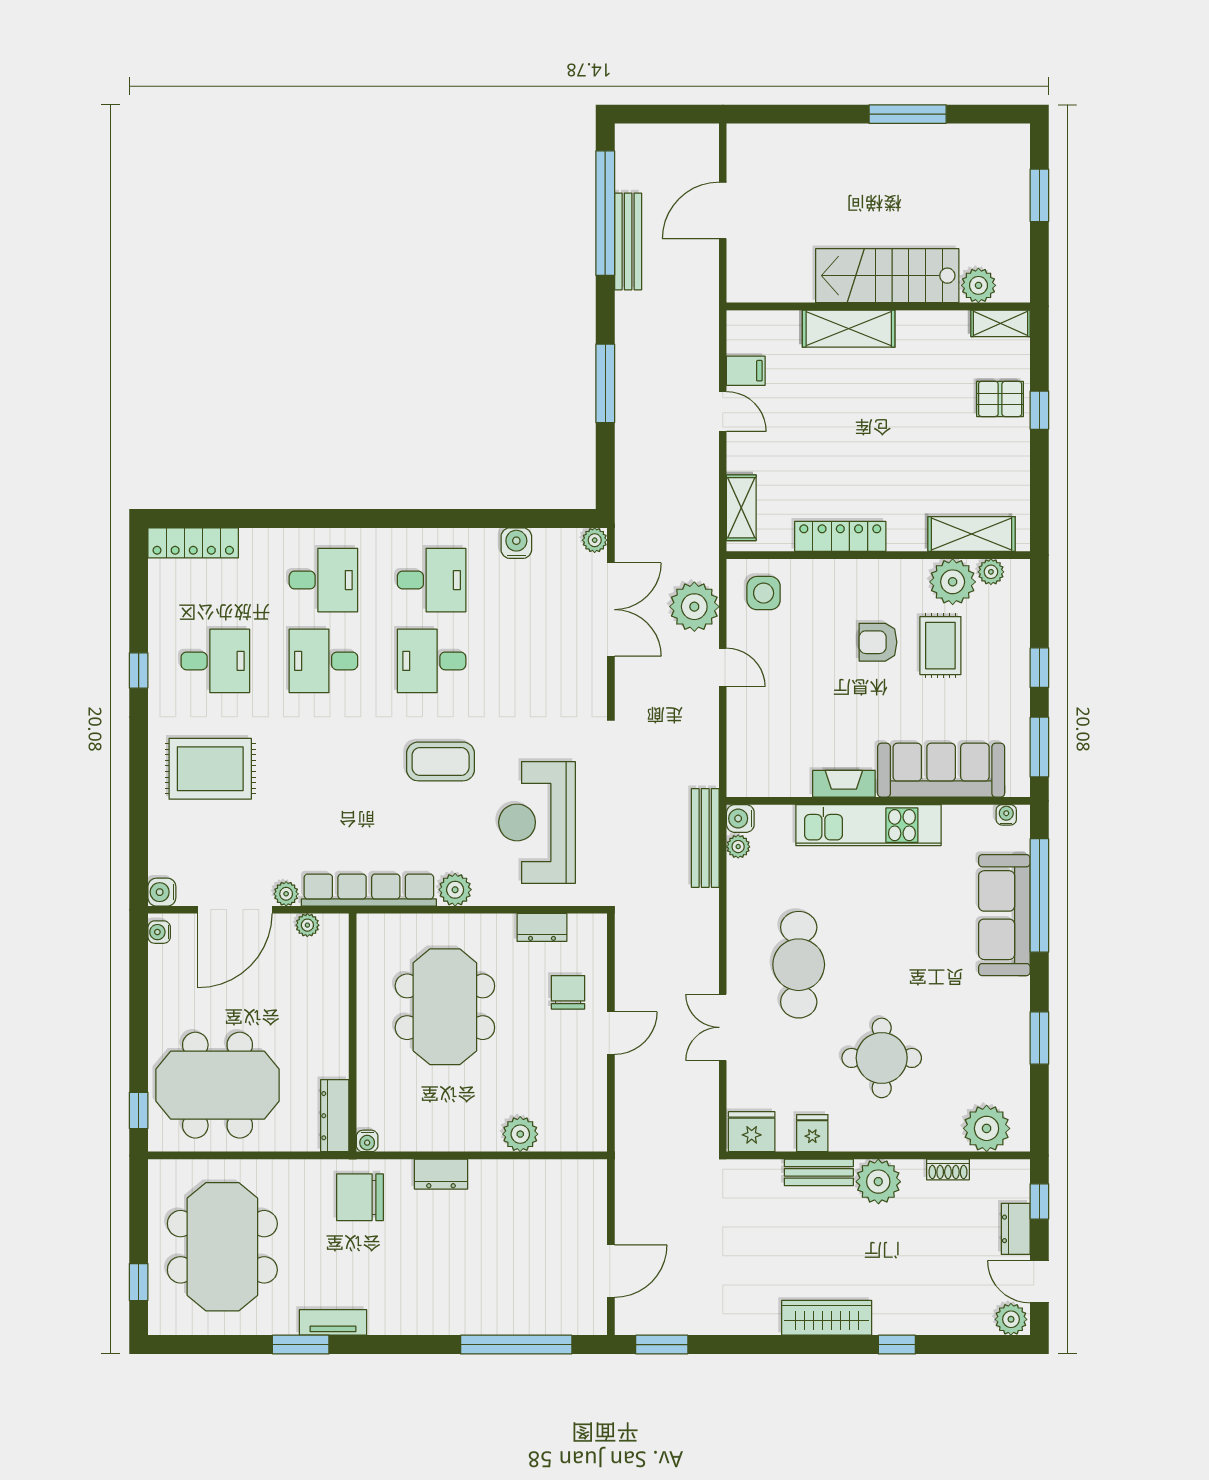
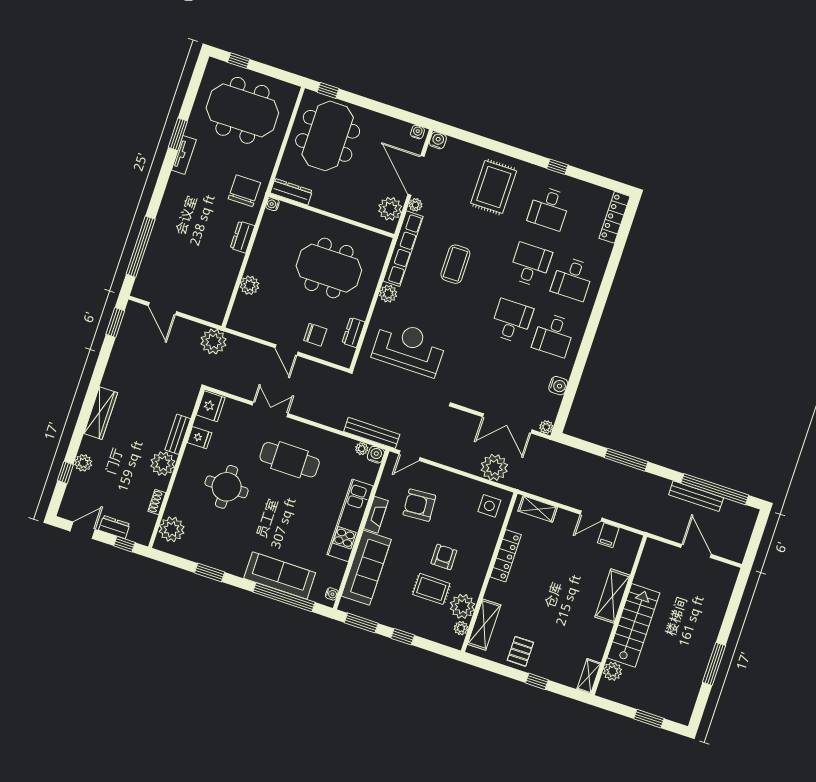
pallet: (1000, 399) -> (520, 651), moved
door: (723, 667) -> (410, 456), moved
armchair: (802, 714) -> (419, 505), added
coffee table: (441, 761) -> (455, 264), moved
plant: (307, 925) -> (390, 209), width x1.87, depth x1.87
plant: (638, 1164) -> (214, 342), added
plant: (1011, 1319) -> (83, 463), moved
window: (897, 1345) -> (65, 472), moved

